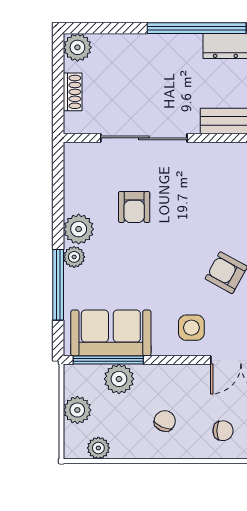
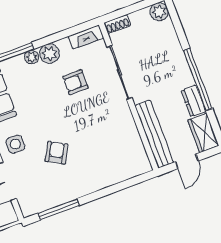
shoe rack: (73, 92) -> (117, 24), moved
fireplace: (74, 167) -> (86, 37), added

